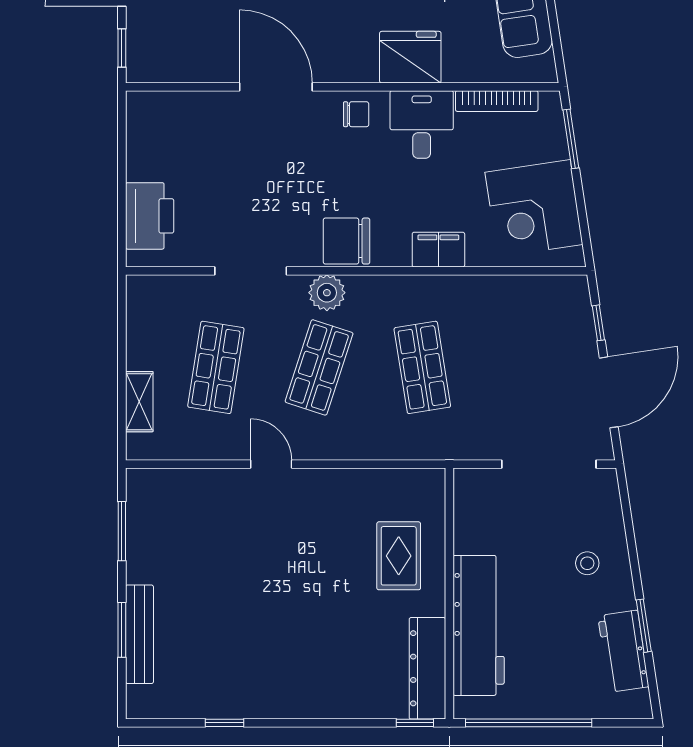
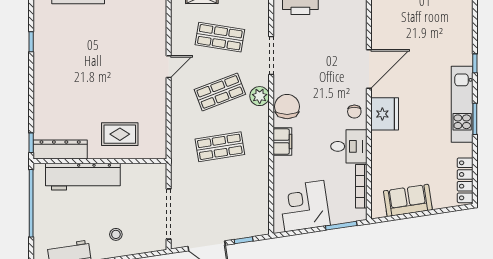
fridge: (410, 57) -> (385, 114), moved
filing cabinet: (438, 250) -> (282, 142), moved
shop shelf: (319, 367) -> (220, 92), turned -39

